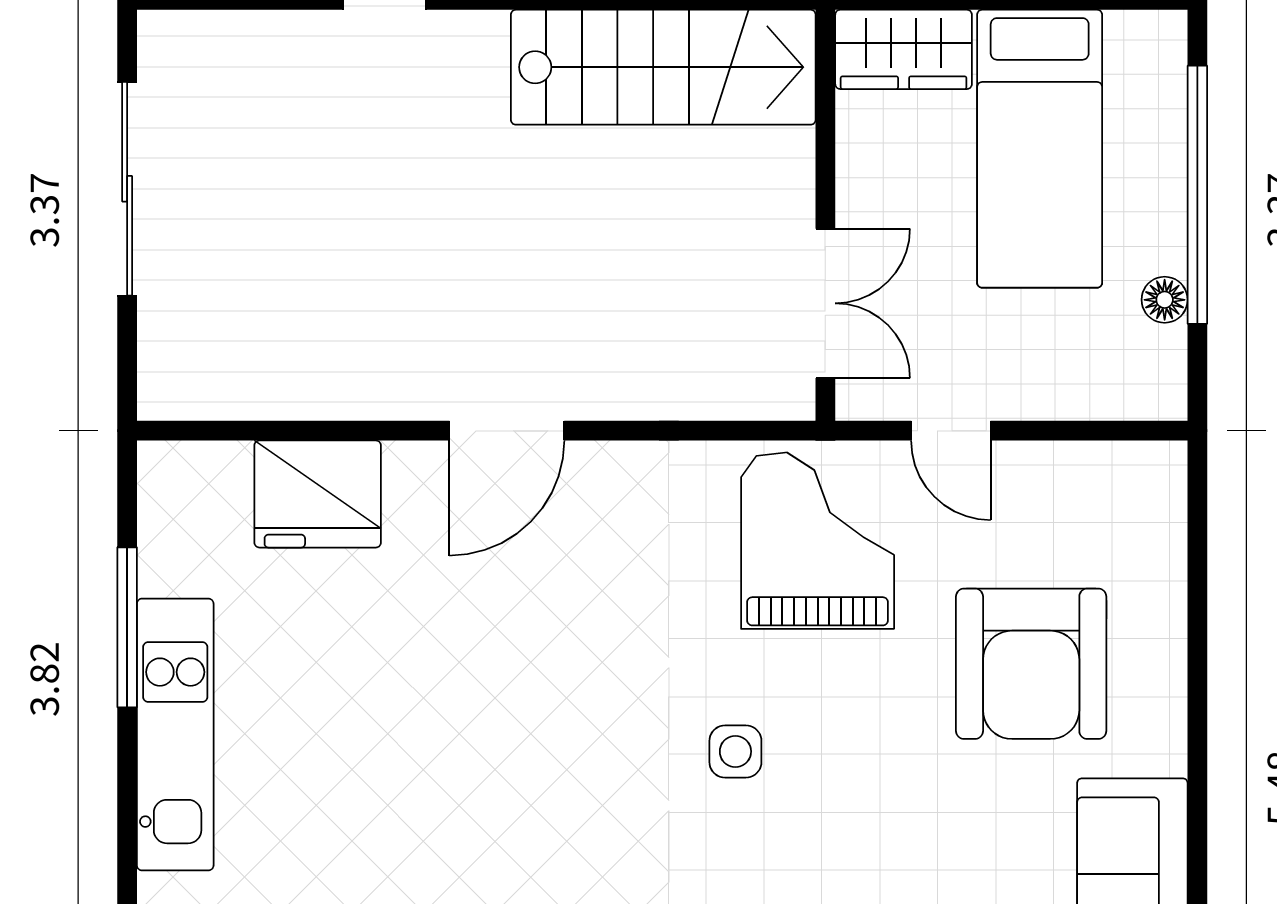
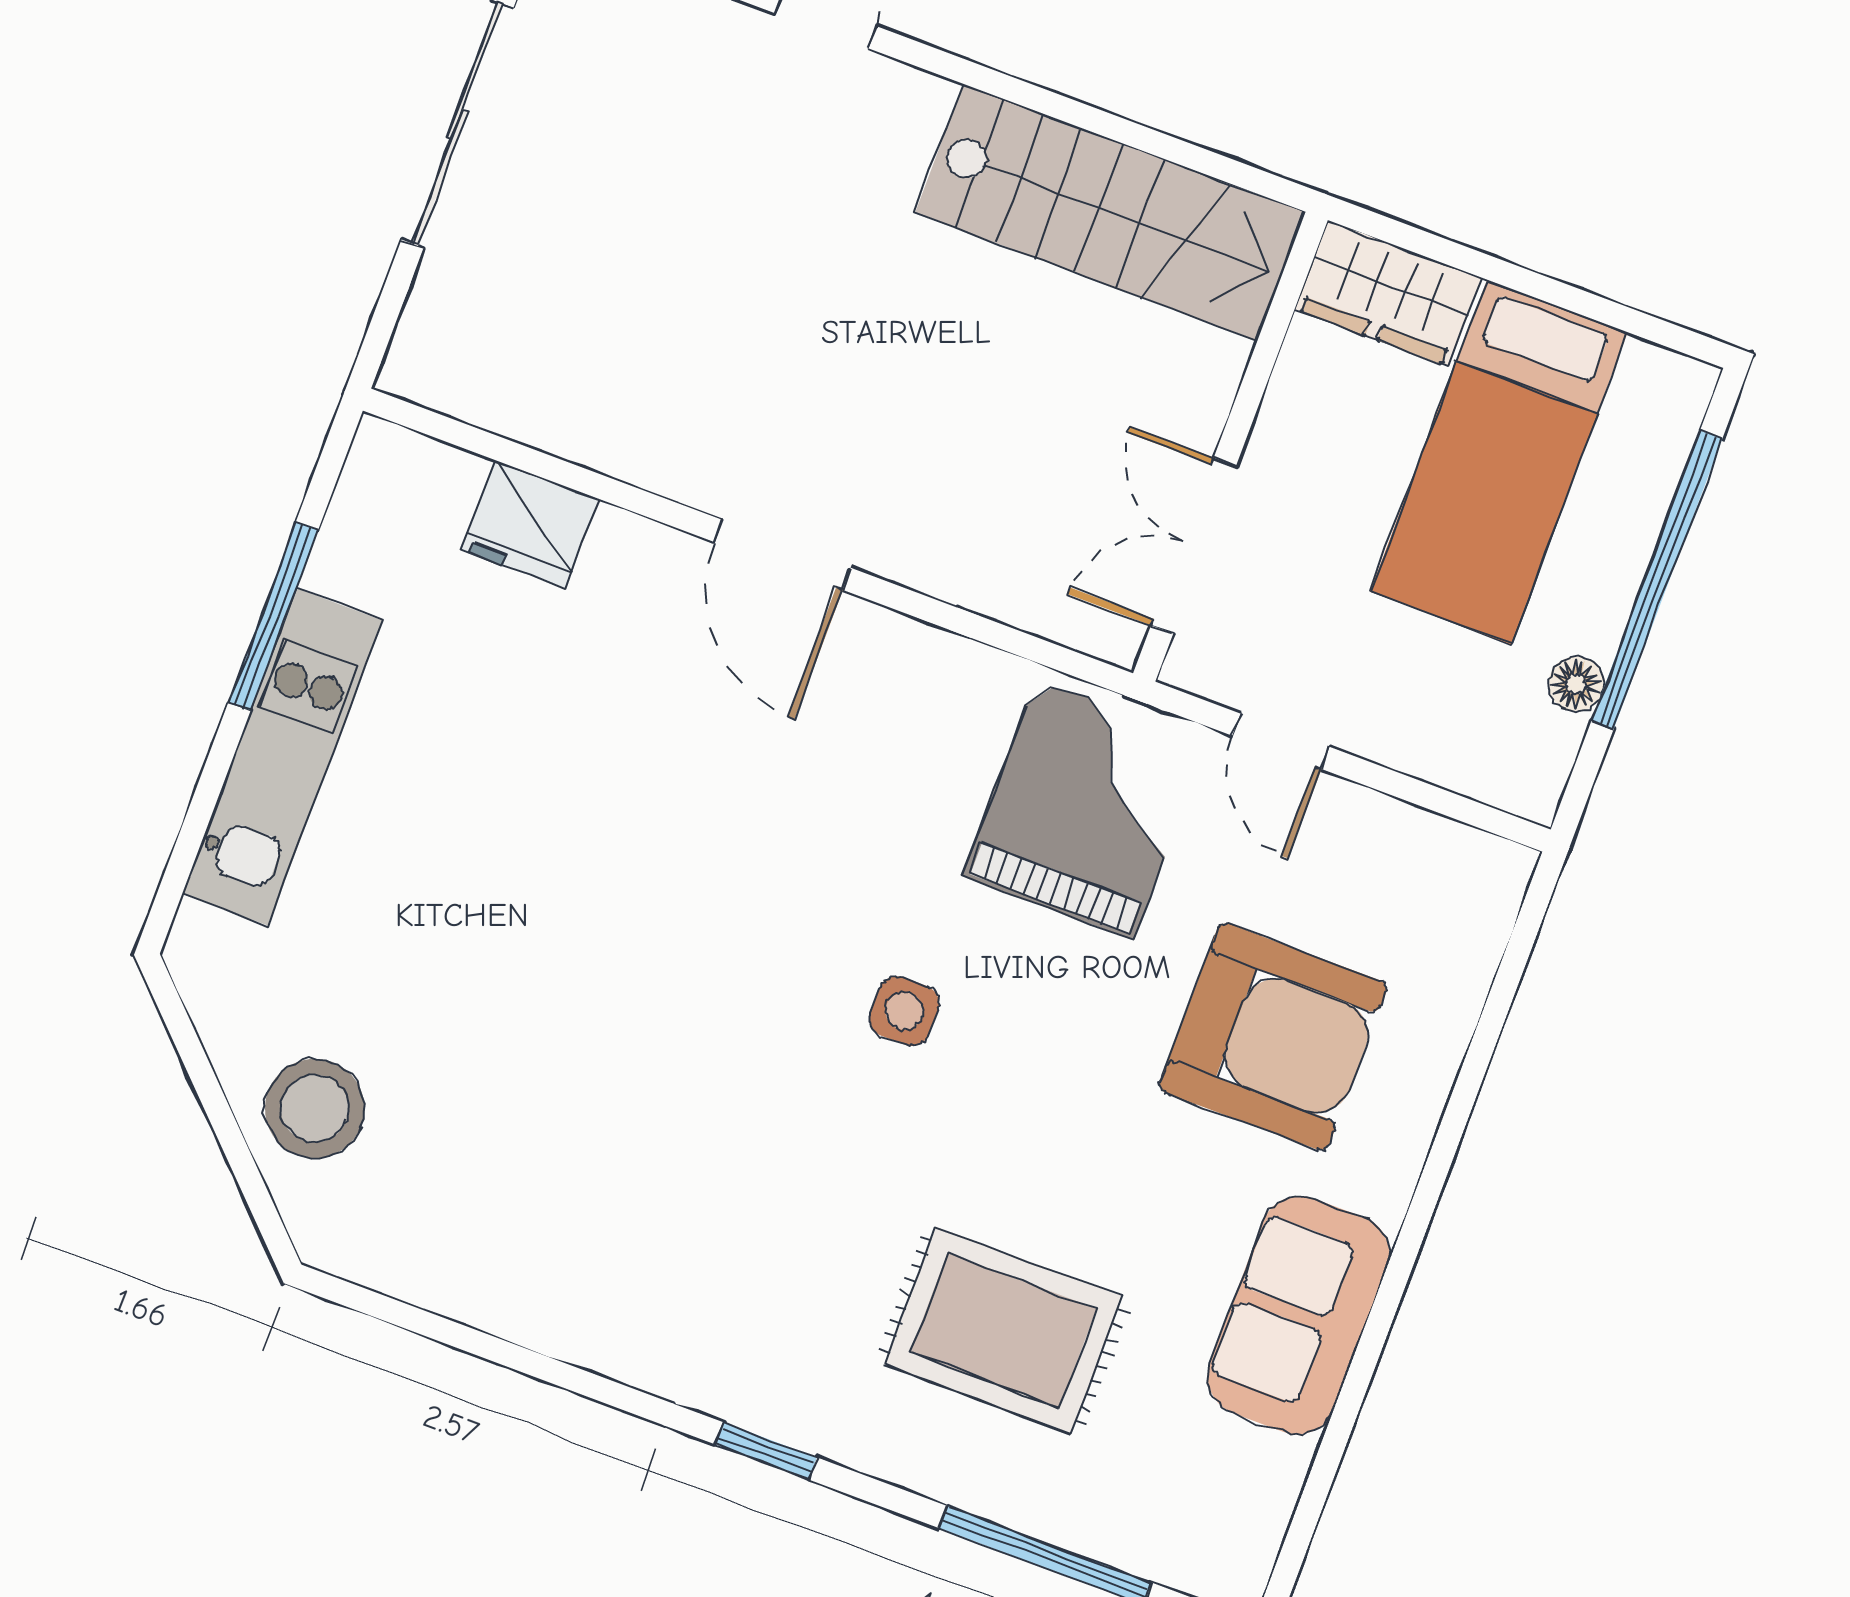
double door: (825, 303) -> (1193, 546), swing flipped
door: (507, 431) -> (782, 555), hinge flipped
fridge: (318, 494) -> (530, 524), width x0.73, depth x0.75
armchair: (1031, 664) -> (1273, 1037), turned -90

